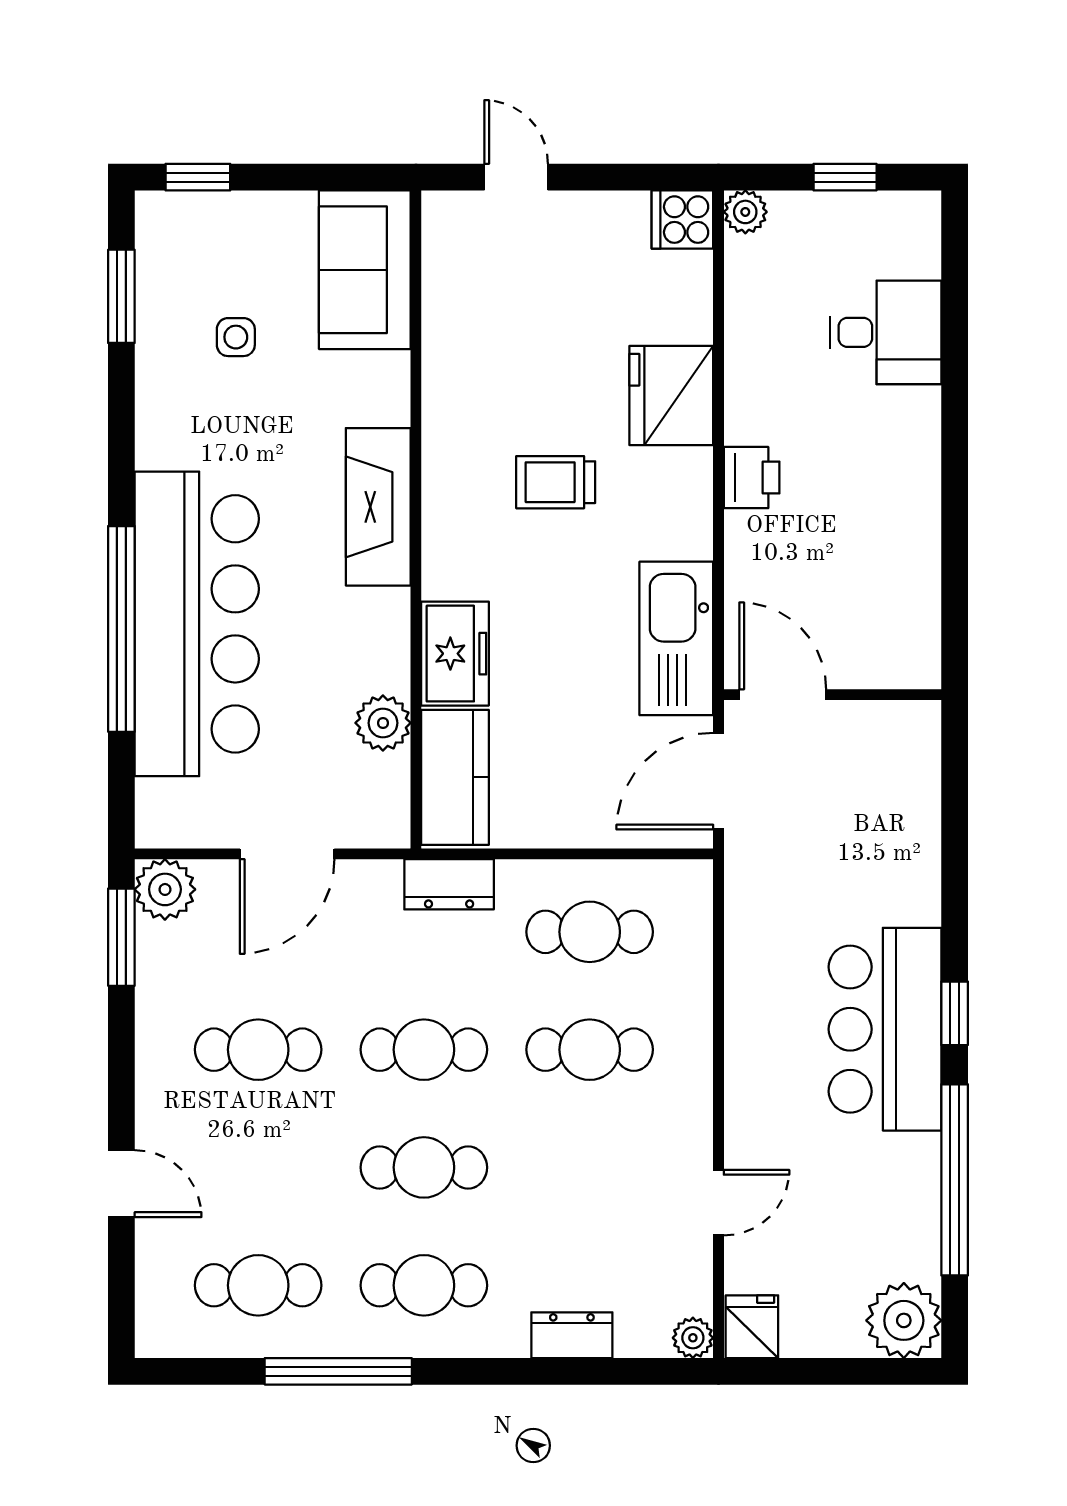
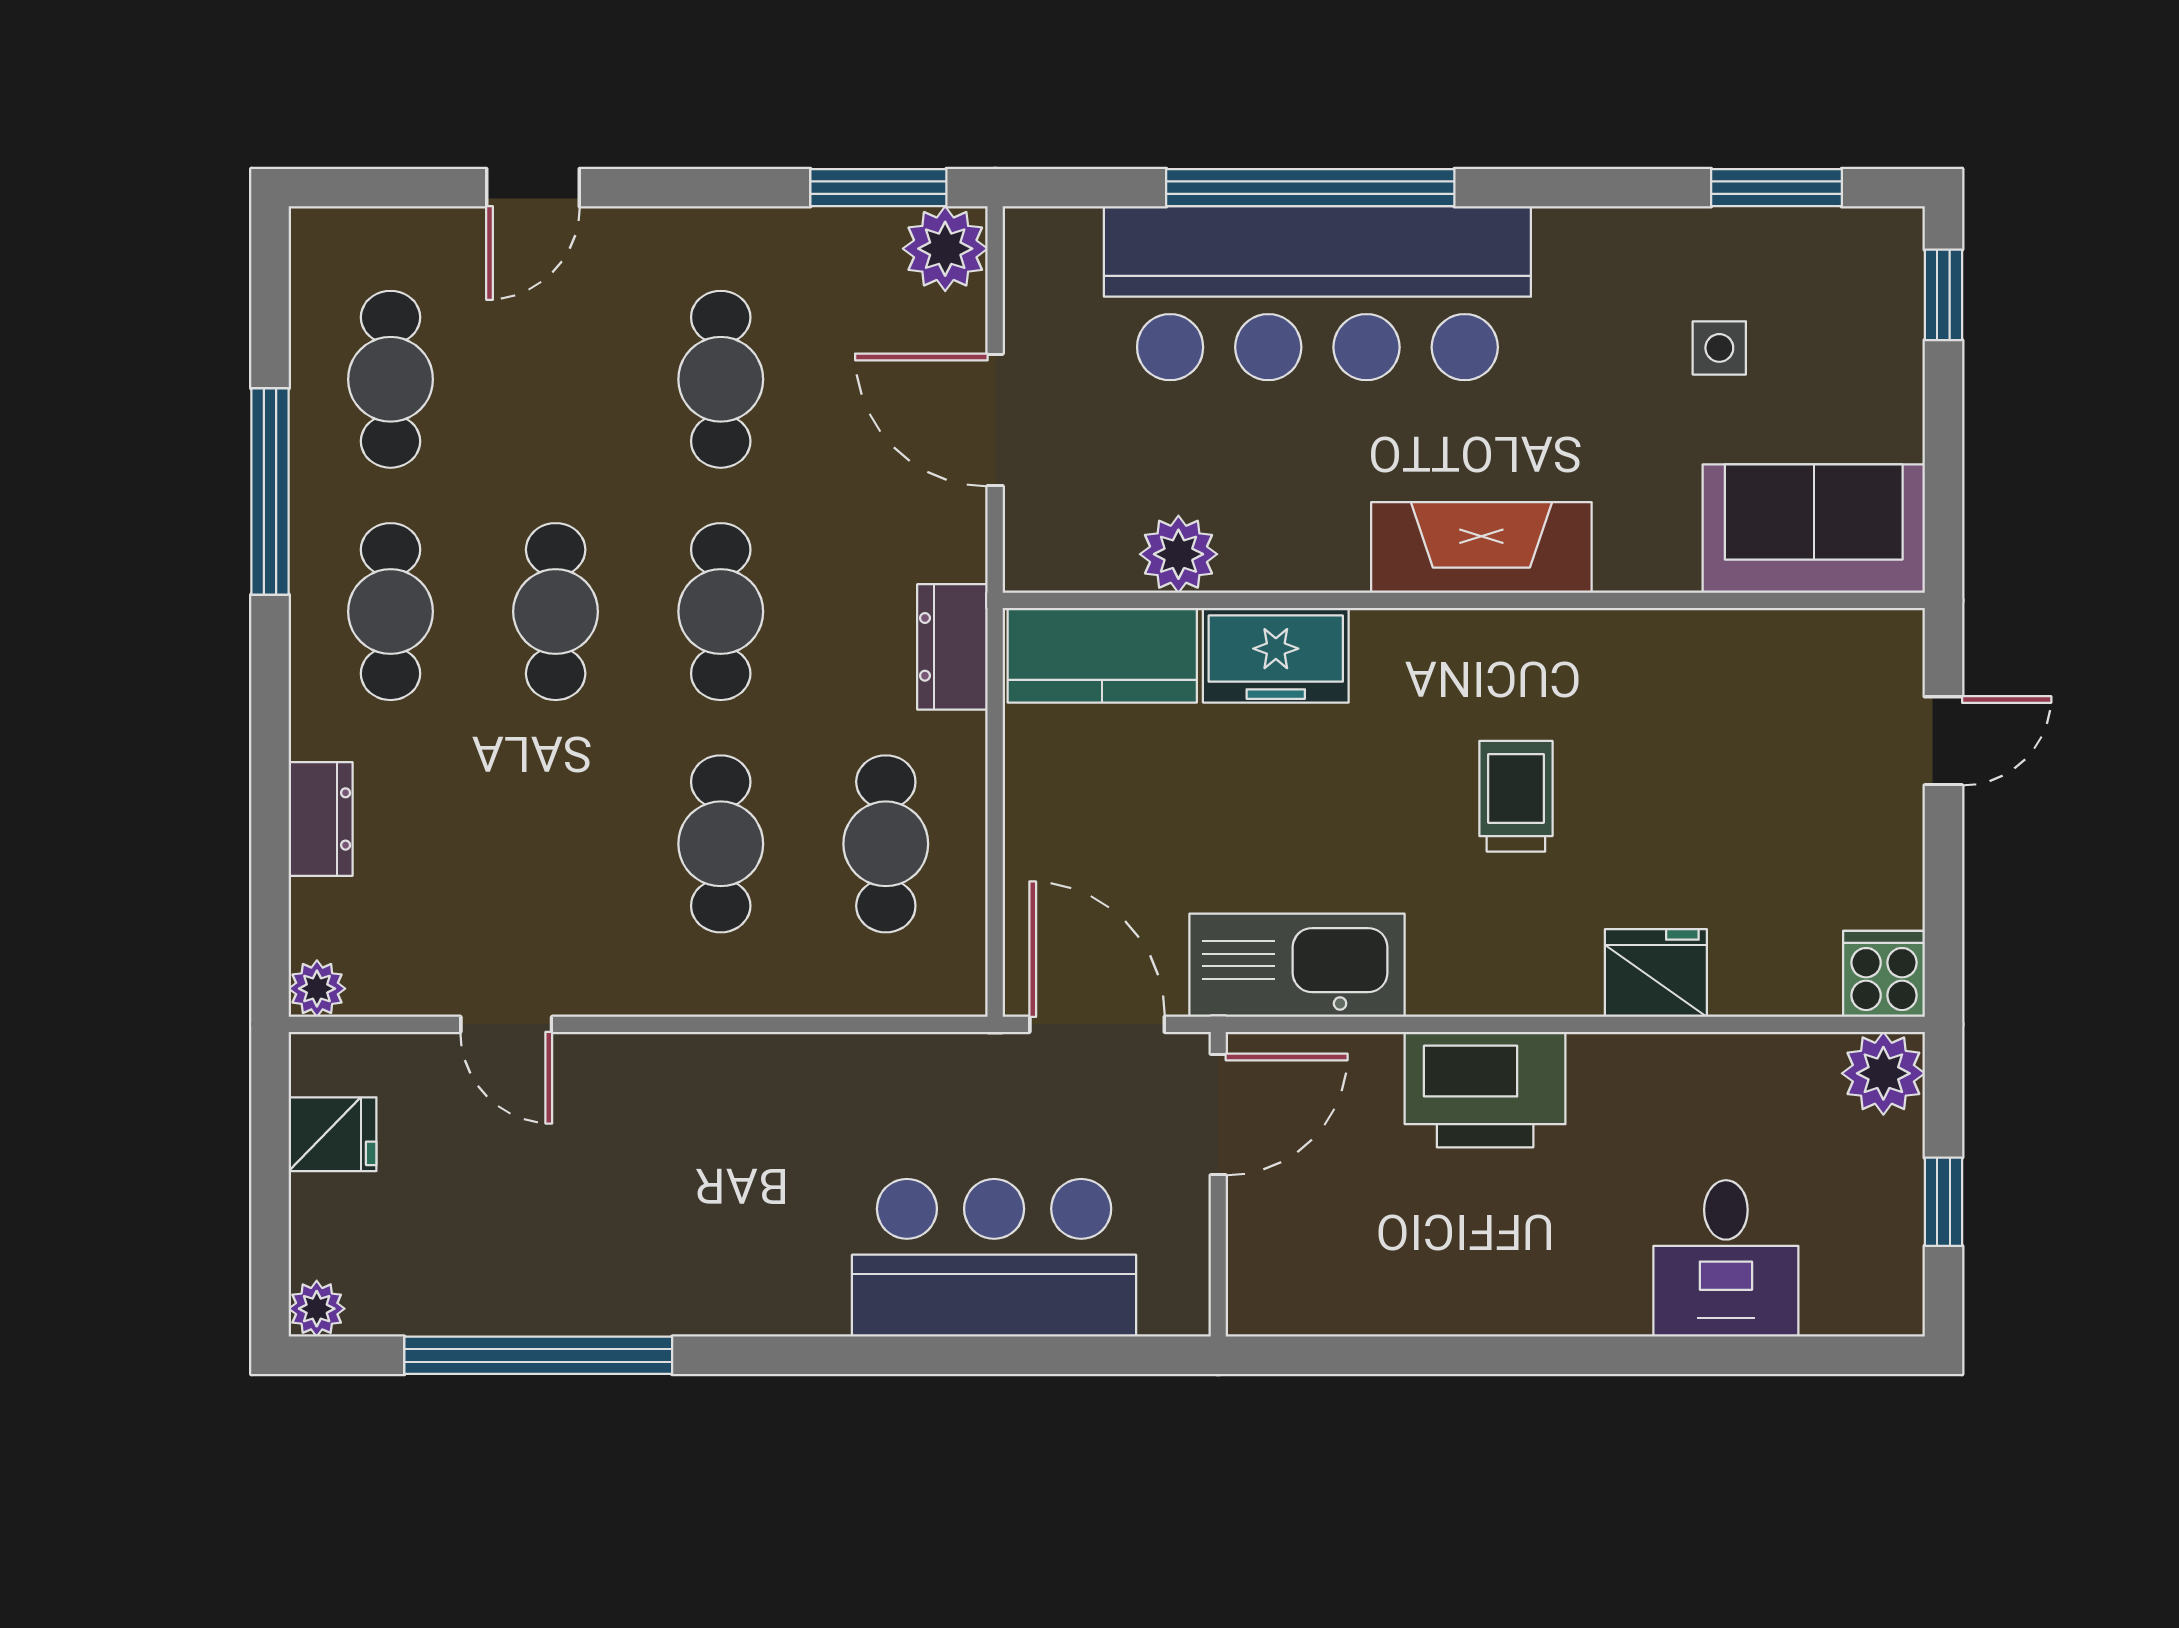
plant: (745, 212) -> (1883, 1073), width x1.38, depth x1.38
fridge: (671, 395) -> (1656, 973), width x0.73, depth x0.75
printer: (752, 478) -> (1485, 1090), width x1.87, depth x1.48
window: (955, 1013) -> (772, 1355), removed
bar counter: (885, 1029) -> (994, 1258), moved
plant: (904, 1320) -> (317, 1309), width x0.53, depth x0.53
fridge: (752, 1327) -> (333, 1134), moved

